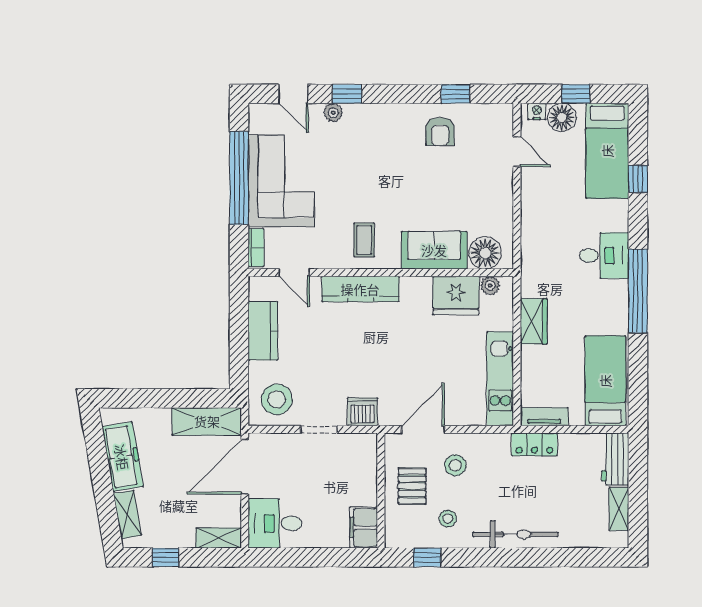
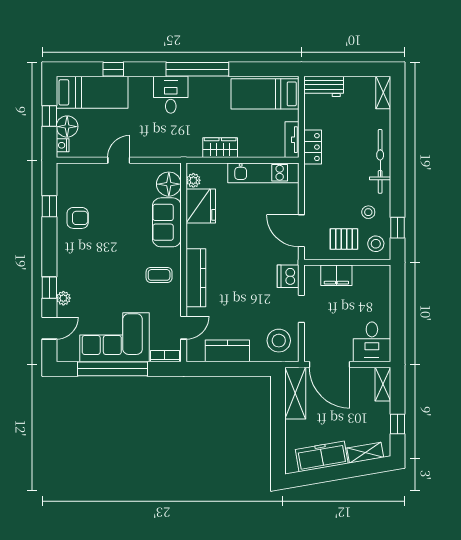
door: (517, 152) -> (119, 160), moved
stool: (455, 465) -> (376, 244), moved
shelving: (619, 509) -> (383, 93), moved, turned 90
filing cabinet: (364, 527) -> (336, 275), moved

